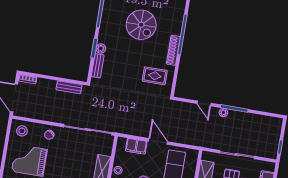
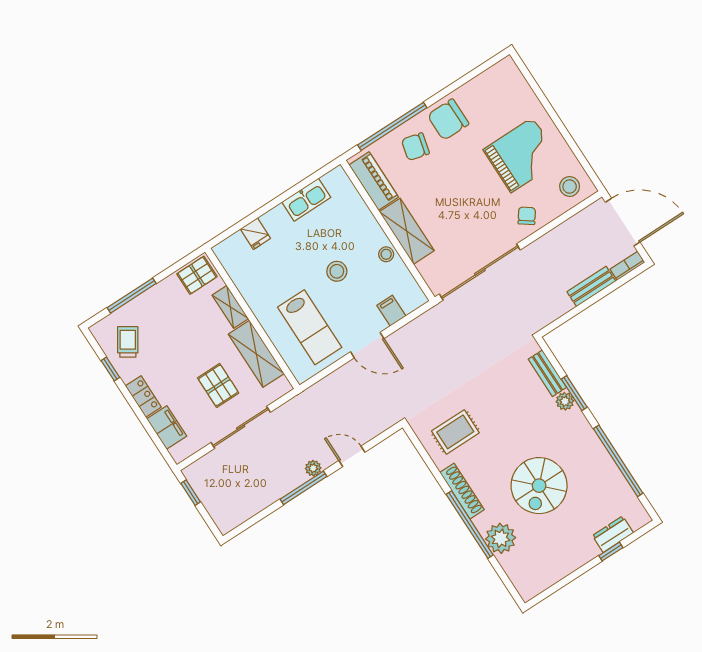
plant: (175, 18) -> (501, 538), added
spiral stairs: (141, 25) -> (539, 486), turned -90
bench: (69, 87) -> (591, 286), moved
filing cabinet: (136, 146) -> (391, 311), width x0.50

